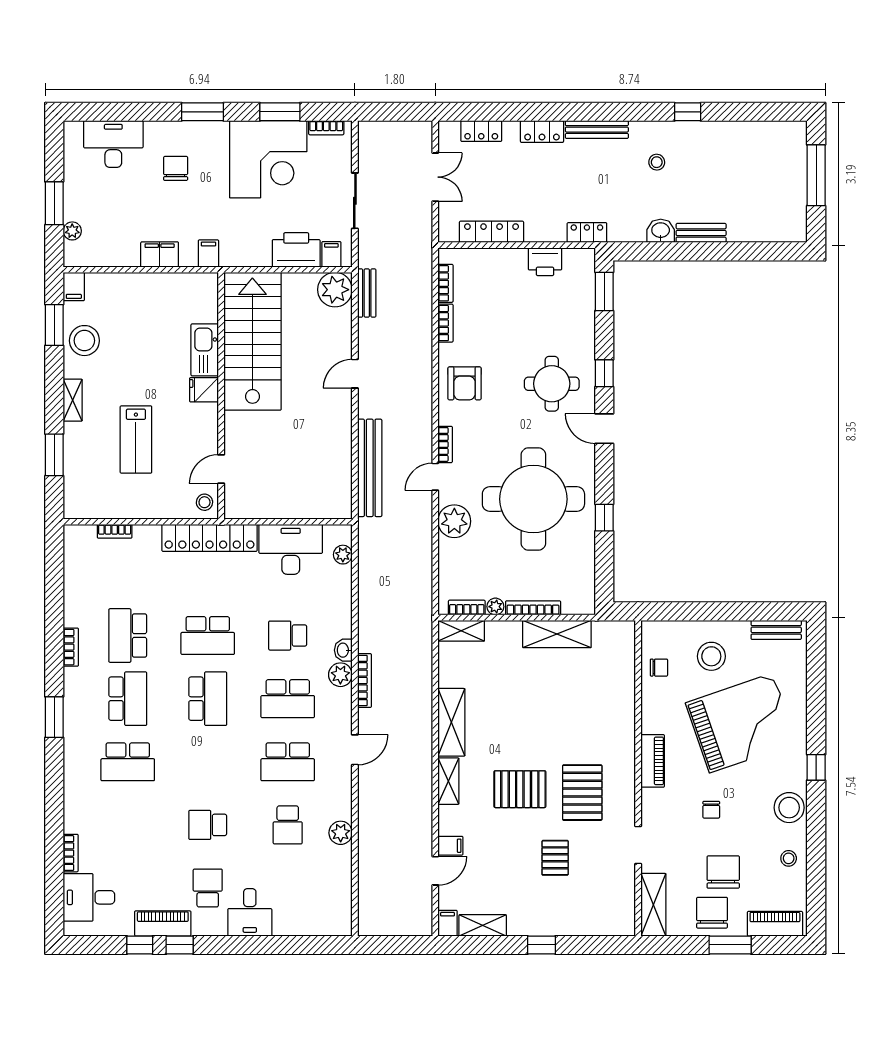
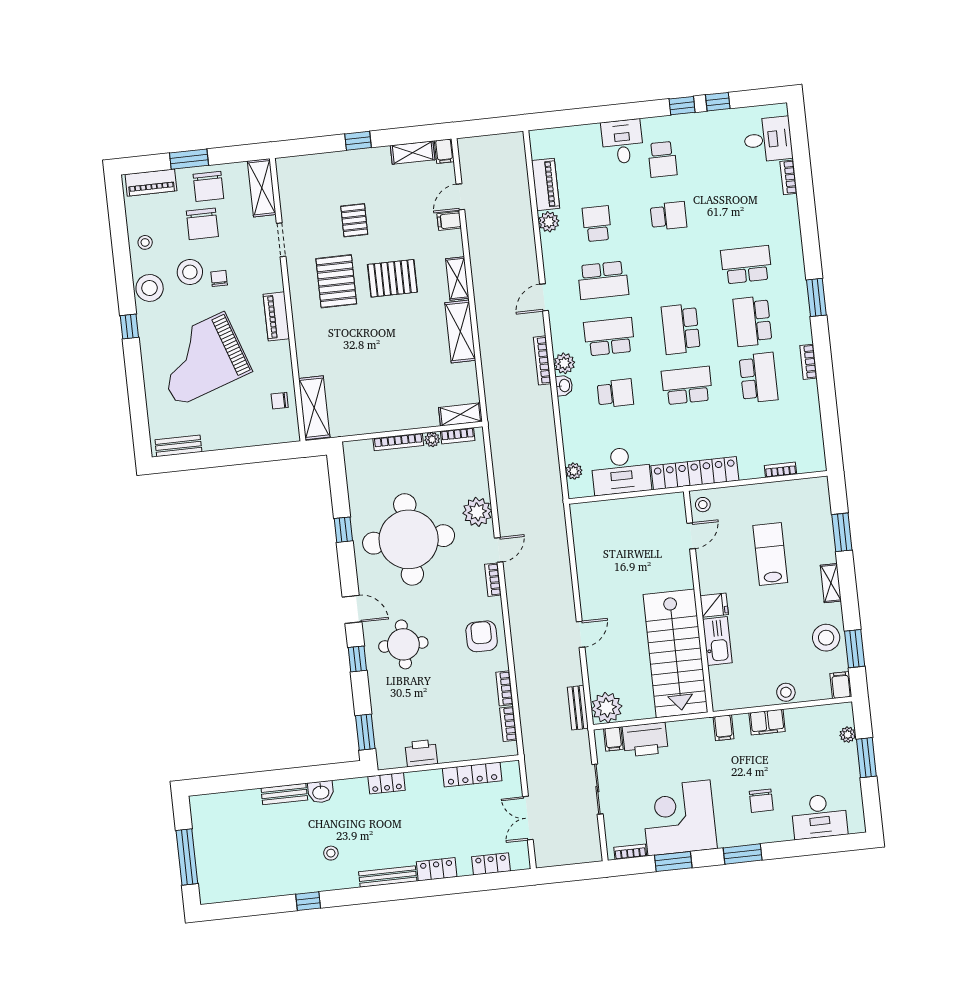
stool: (135, 285) -> (786, 692), added
bench: (370, 468) -> (558, 551), removed
shelving: (557, 634) -> (314, 408), moved, turned 90
stool: (711, 656) -> (190, 272), moved
school desk: (288, 762) -> (603, 280), turned 180
piano: (163, 923) -> (546, 184), moved, turned -90

